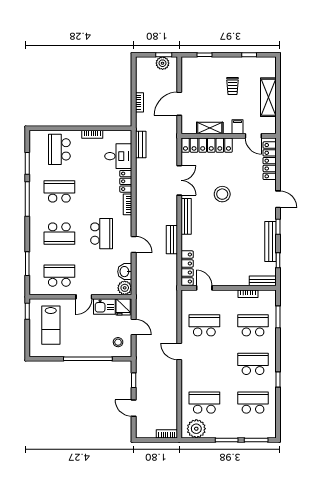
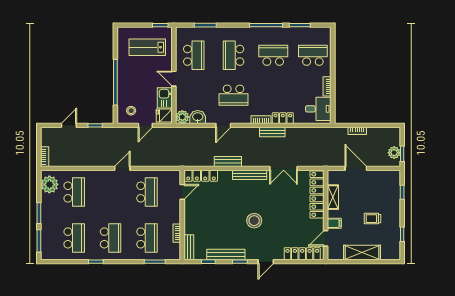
bench: (141, 144) -> (272, 132), moved
desk: (118, 156) -> (318, 109), moved, turned -90
school desk: (59, 191) -> (273, 55), turned -90
stool: (222, 194) -> (254, 221), moved

